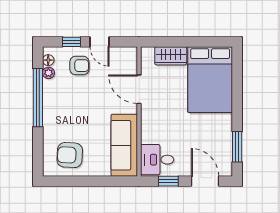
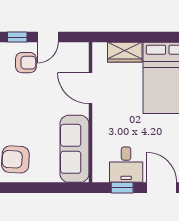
door: (100, 42) -> (48, 37), hinge flipped
desk: (157, 160) -> (126, 165), moved, turned -90

